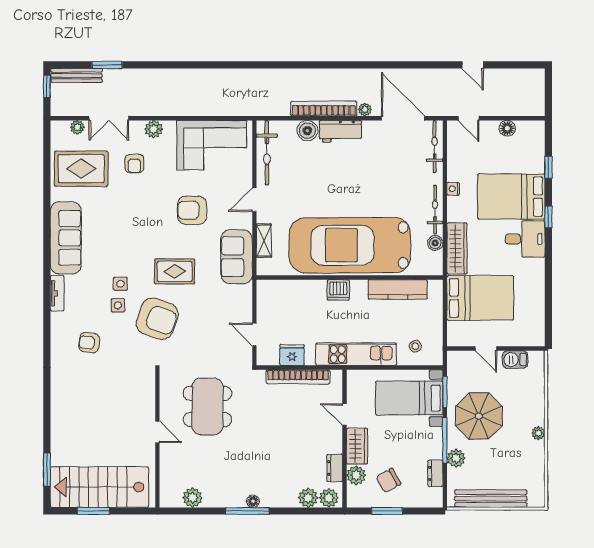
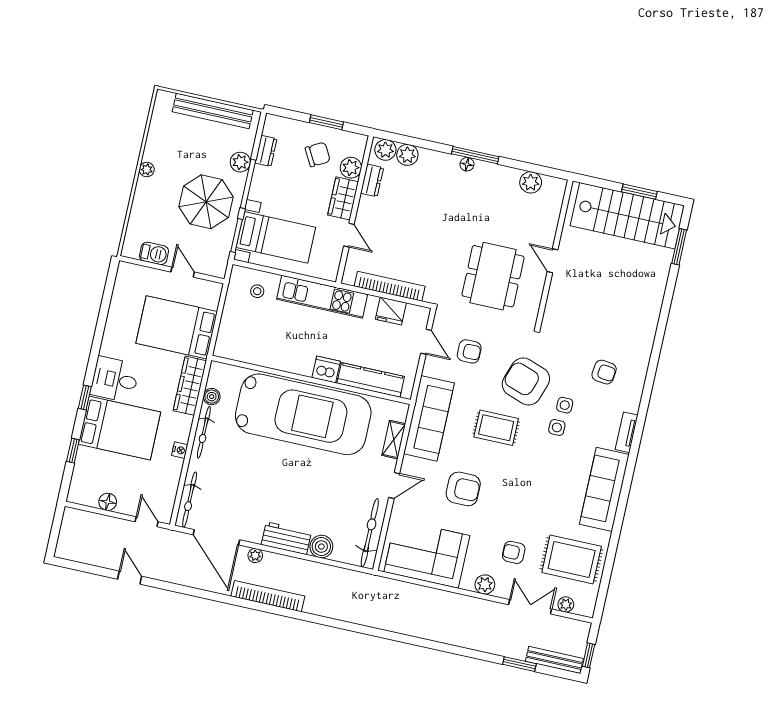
bookcase: (324, 109) -> (268, 596), moved, turned 180
armchair: (134, 164) -> (514, 552), turned -90
sofa: (237, 257) -> (429, 418), width x1.36
kitchen counter: (398, 289) -> (371, 380), moved
armchair: (214, 334) -> (469, 351), added

